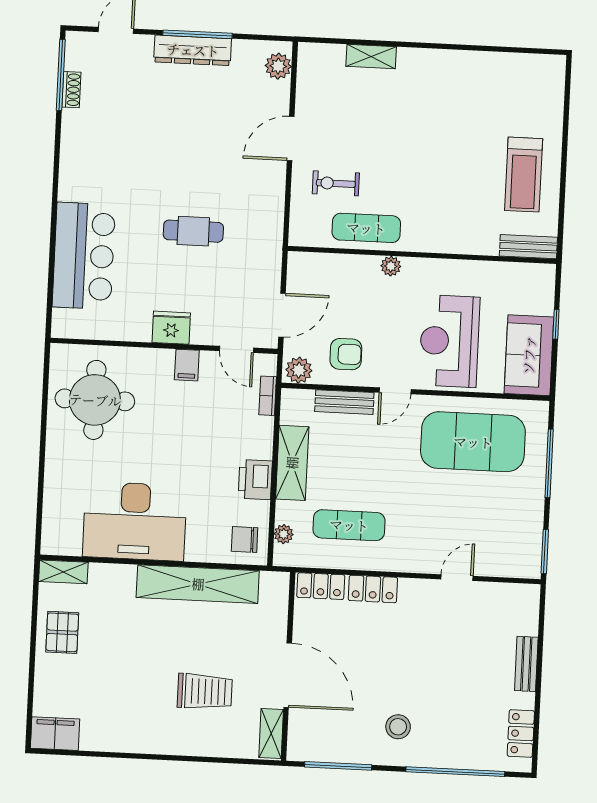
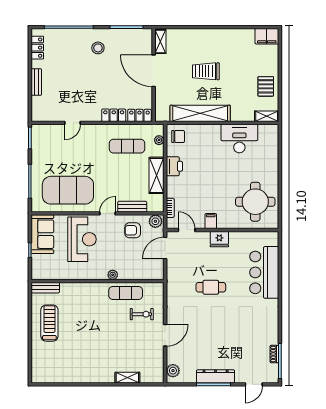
desk: (135, 521) -> (239, 139), width x0.73, depth x0.77
trolley: (205, 691) -> (206, 71), moved

